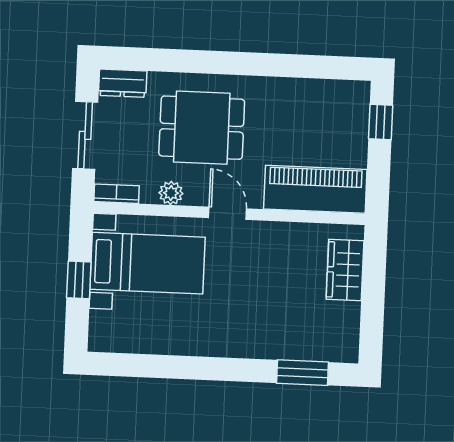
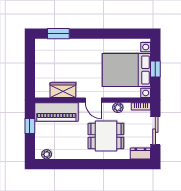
plant: (343, 91) -> (47, 154), added
window: (381, 122) -> (30, 126), moved
bed with nightstands: (148, 263) -> (126, 70), width x1.36
wardrobe: (345, 270) -> (63, 90), moved, turned -90

